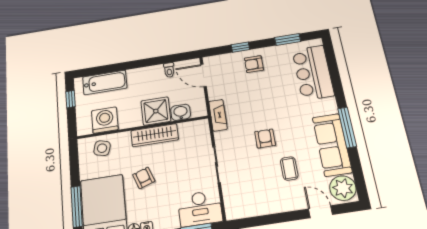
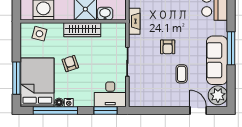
armchair: (265, 138) -> (168, 47), turned 180

